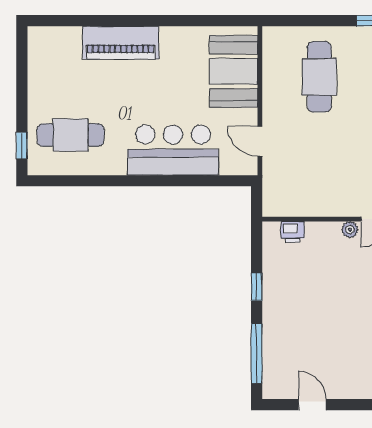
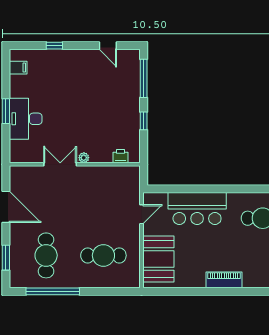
piano: (121, 43) -> (224, 280), width x0.73, depth x0.75
cafe table: (319, 77) -> (103, 255), turned 90
door: (260, 141) -> (141, 214), hinge flipped

